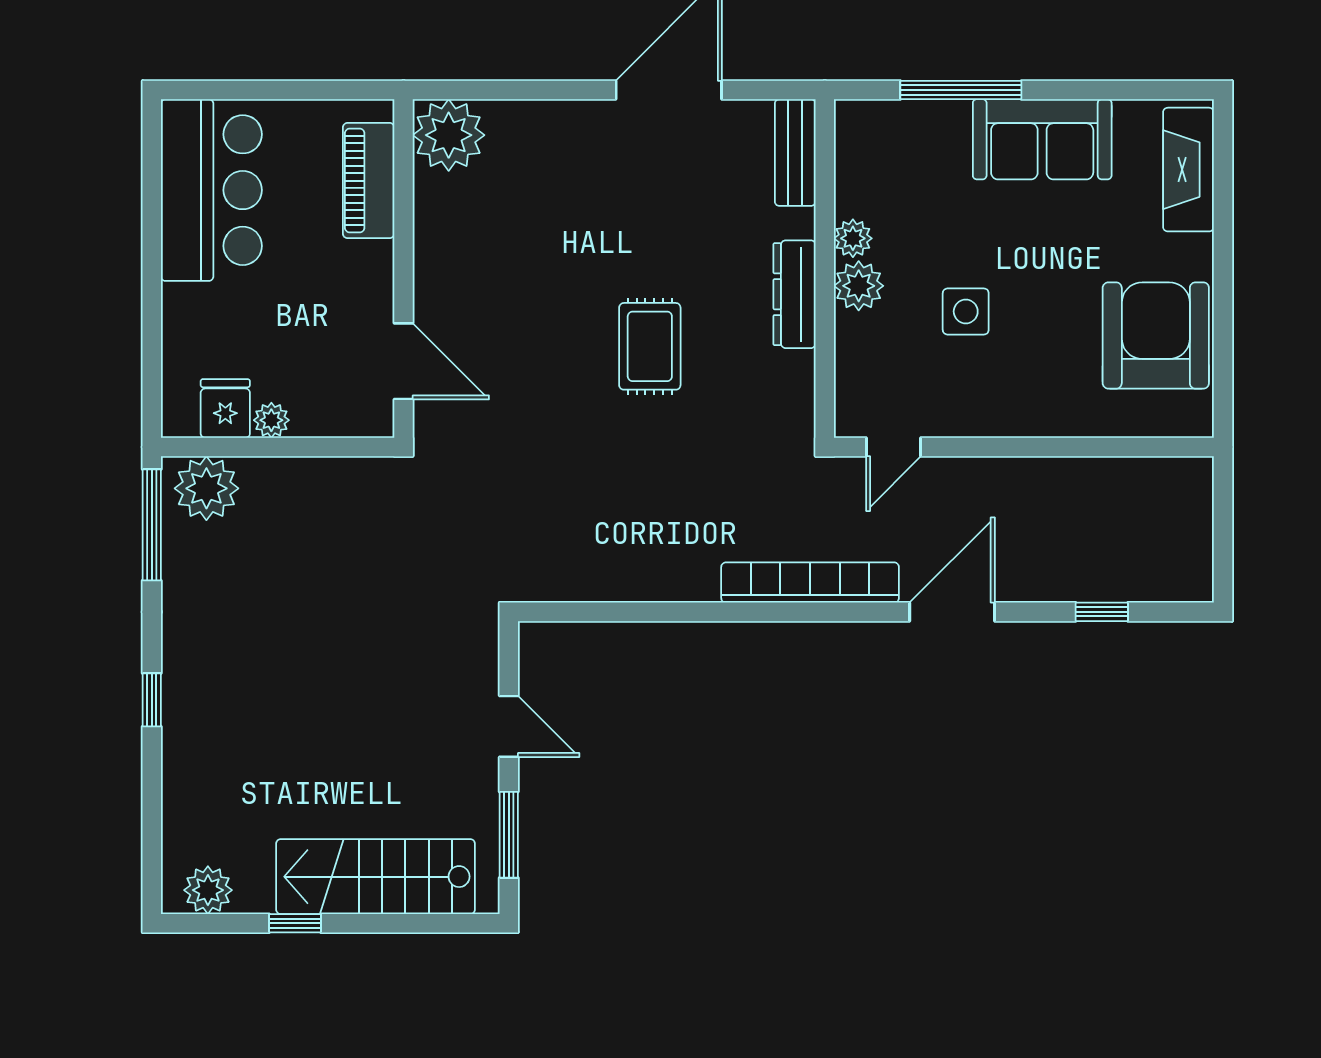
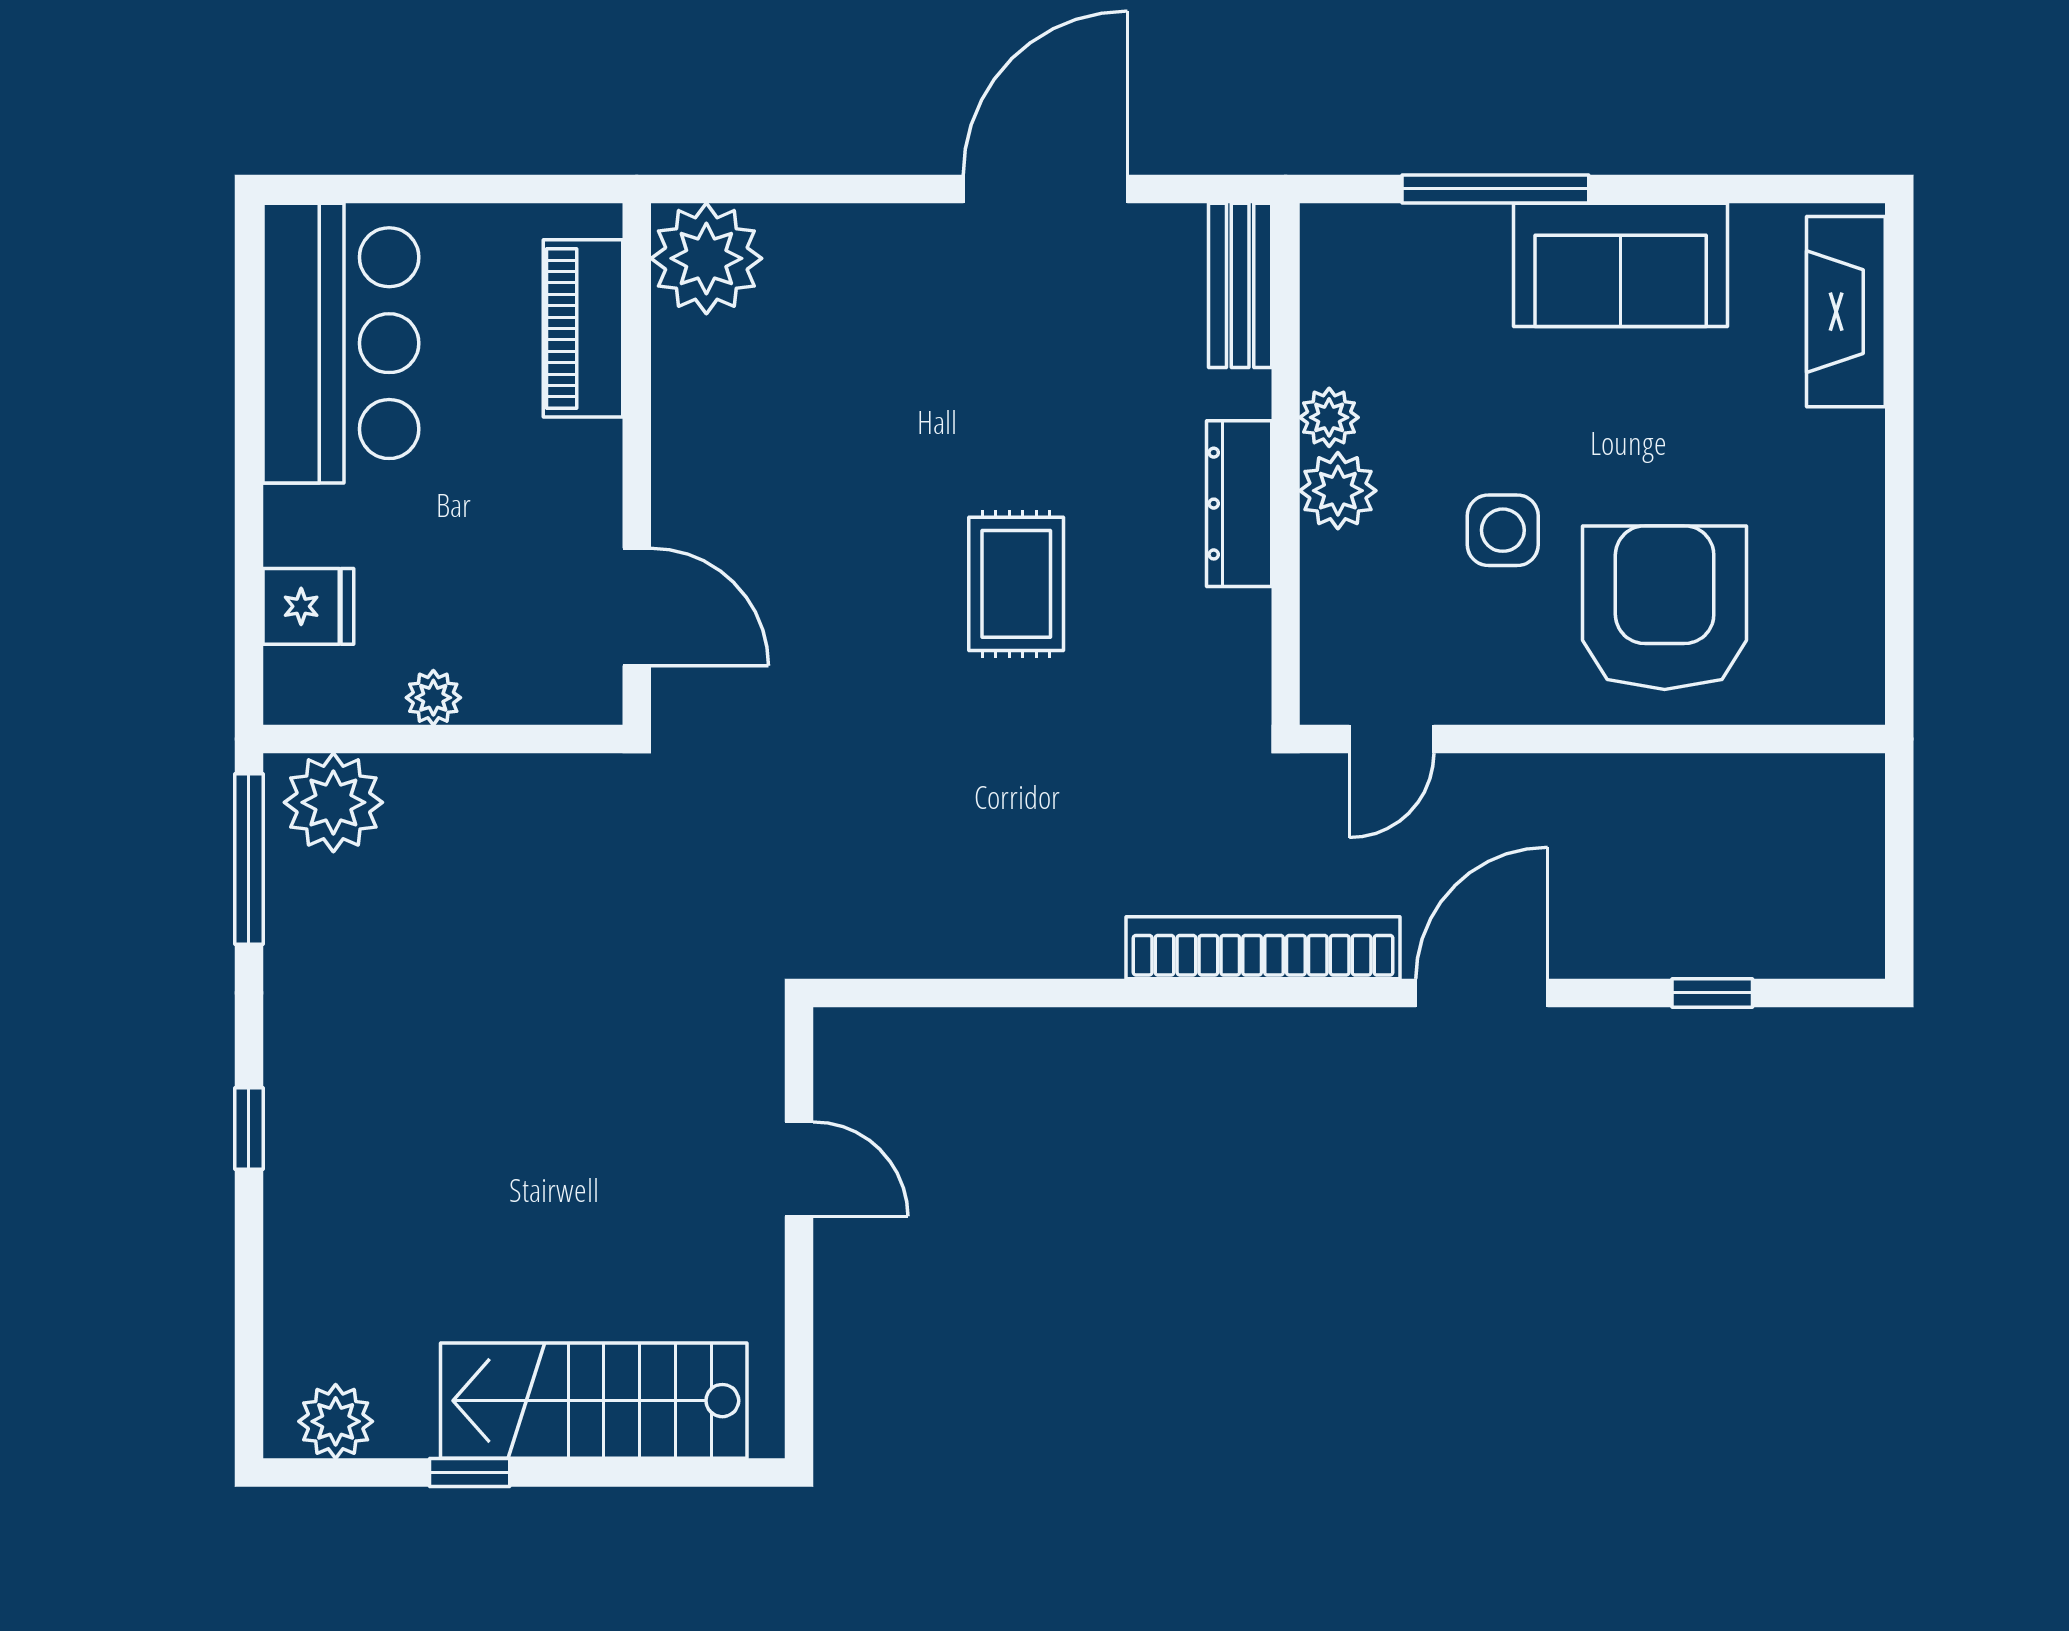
armchair: (1156, 336) -> (1665, 608), moved
fridge: (225, 408) -> (308, 606), moved, turned 90
window: (509, 835) -> (799, 1336), removed

